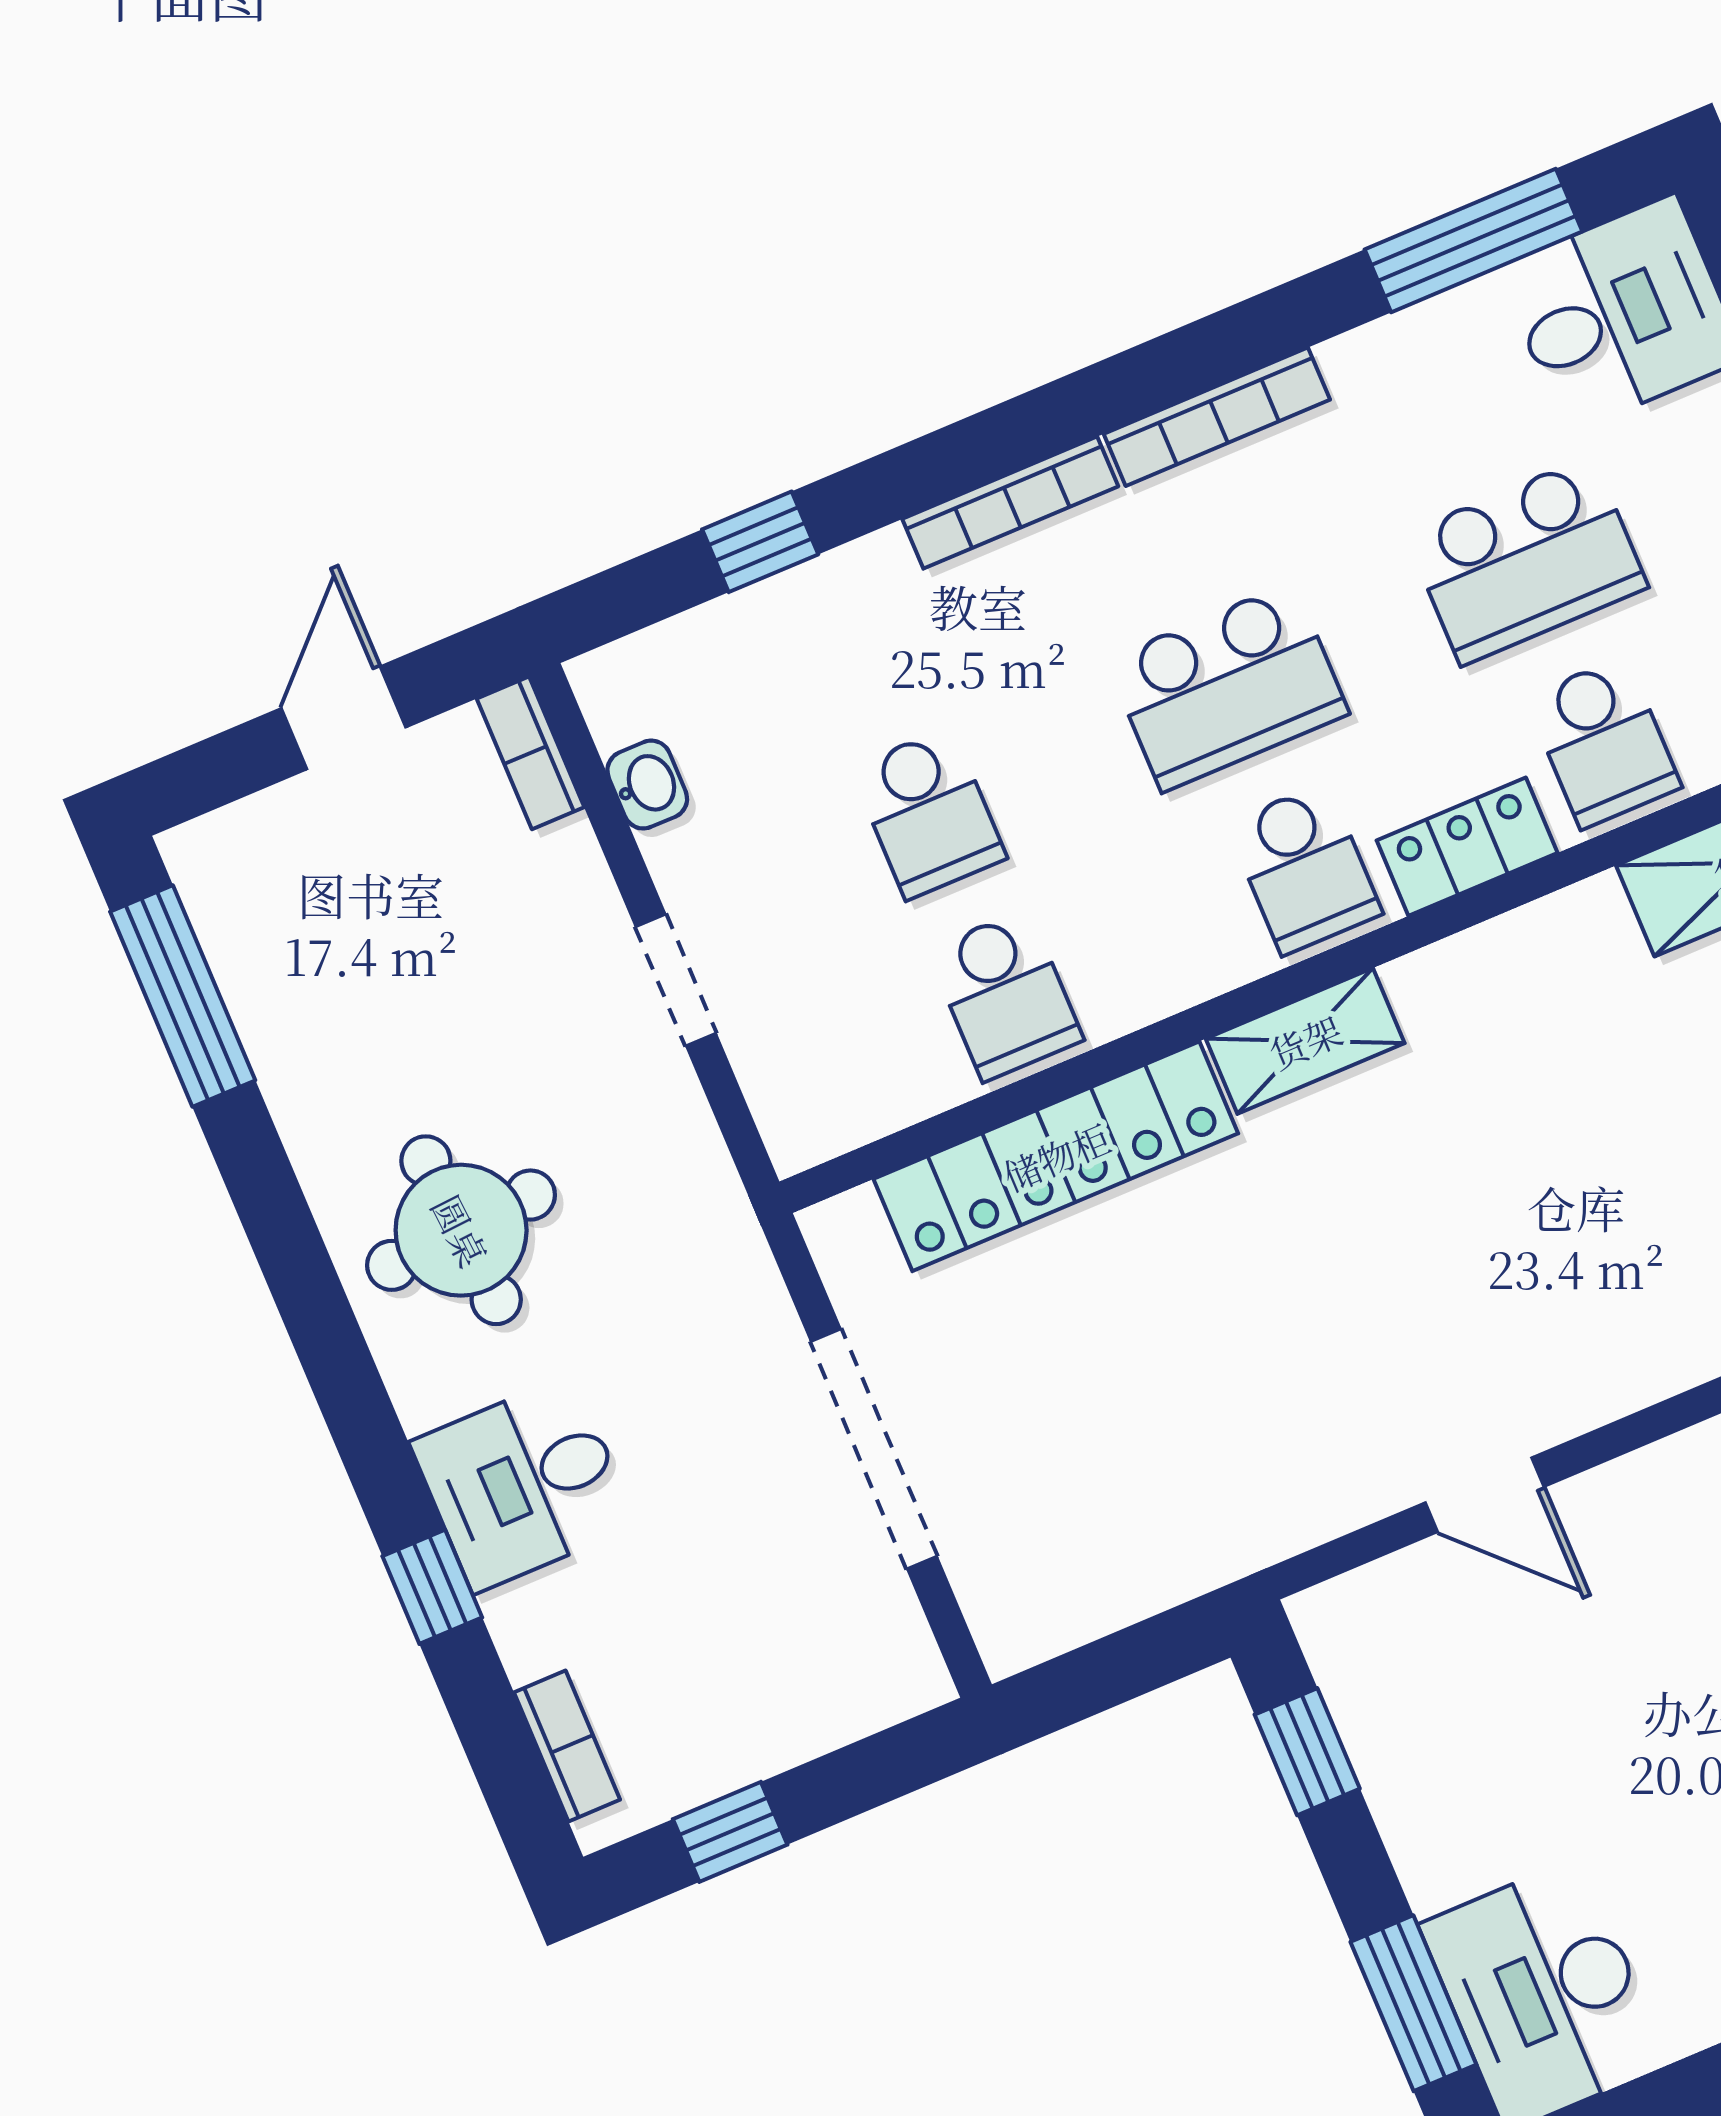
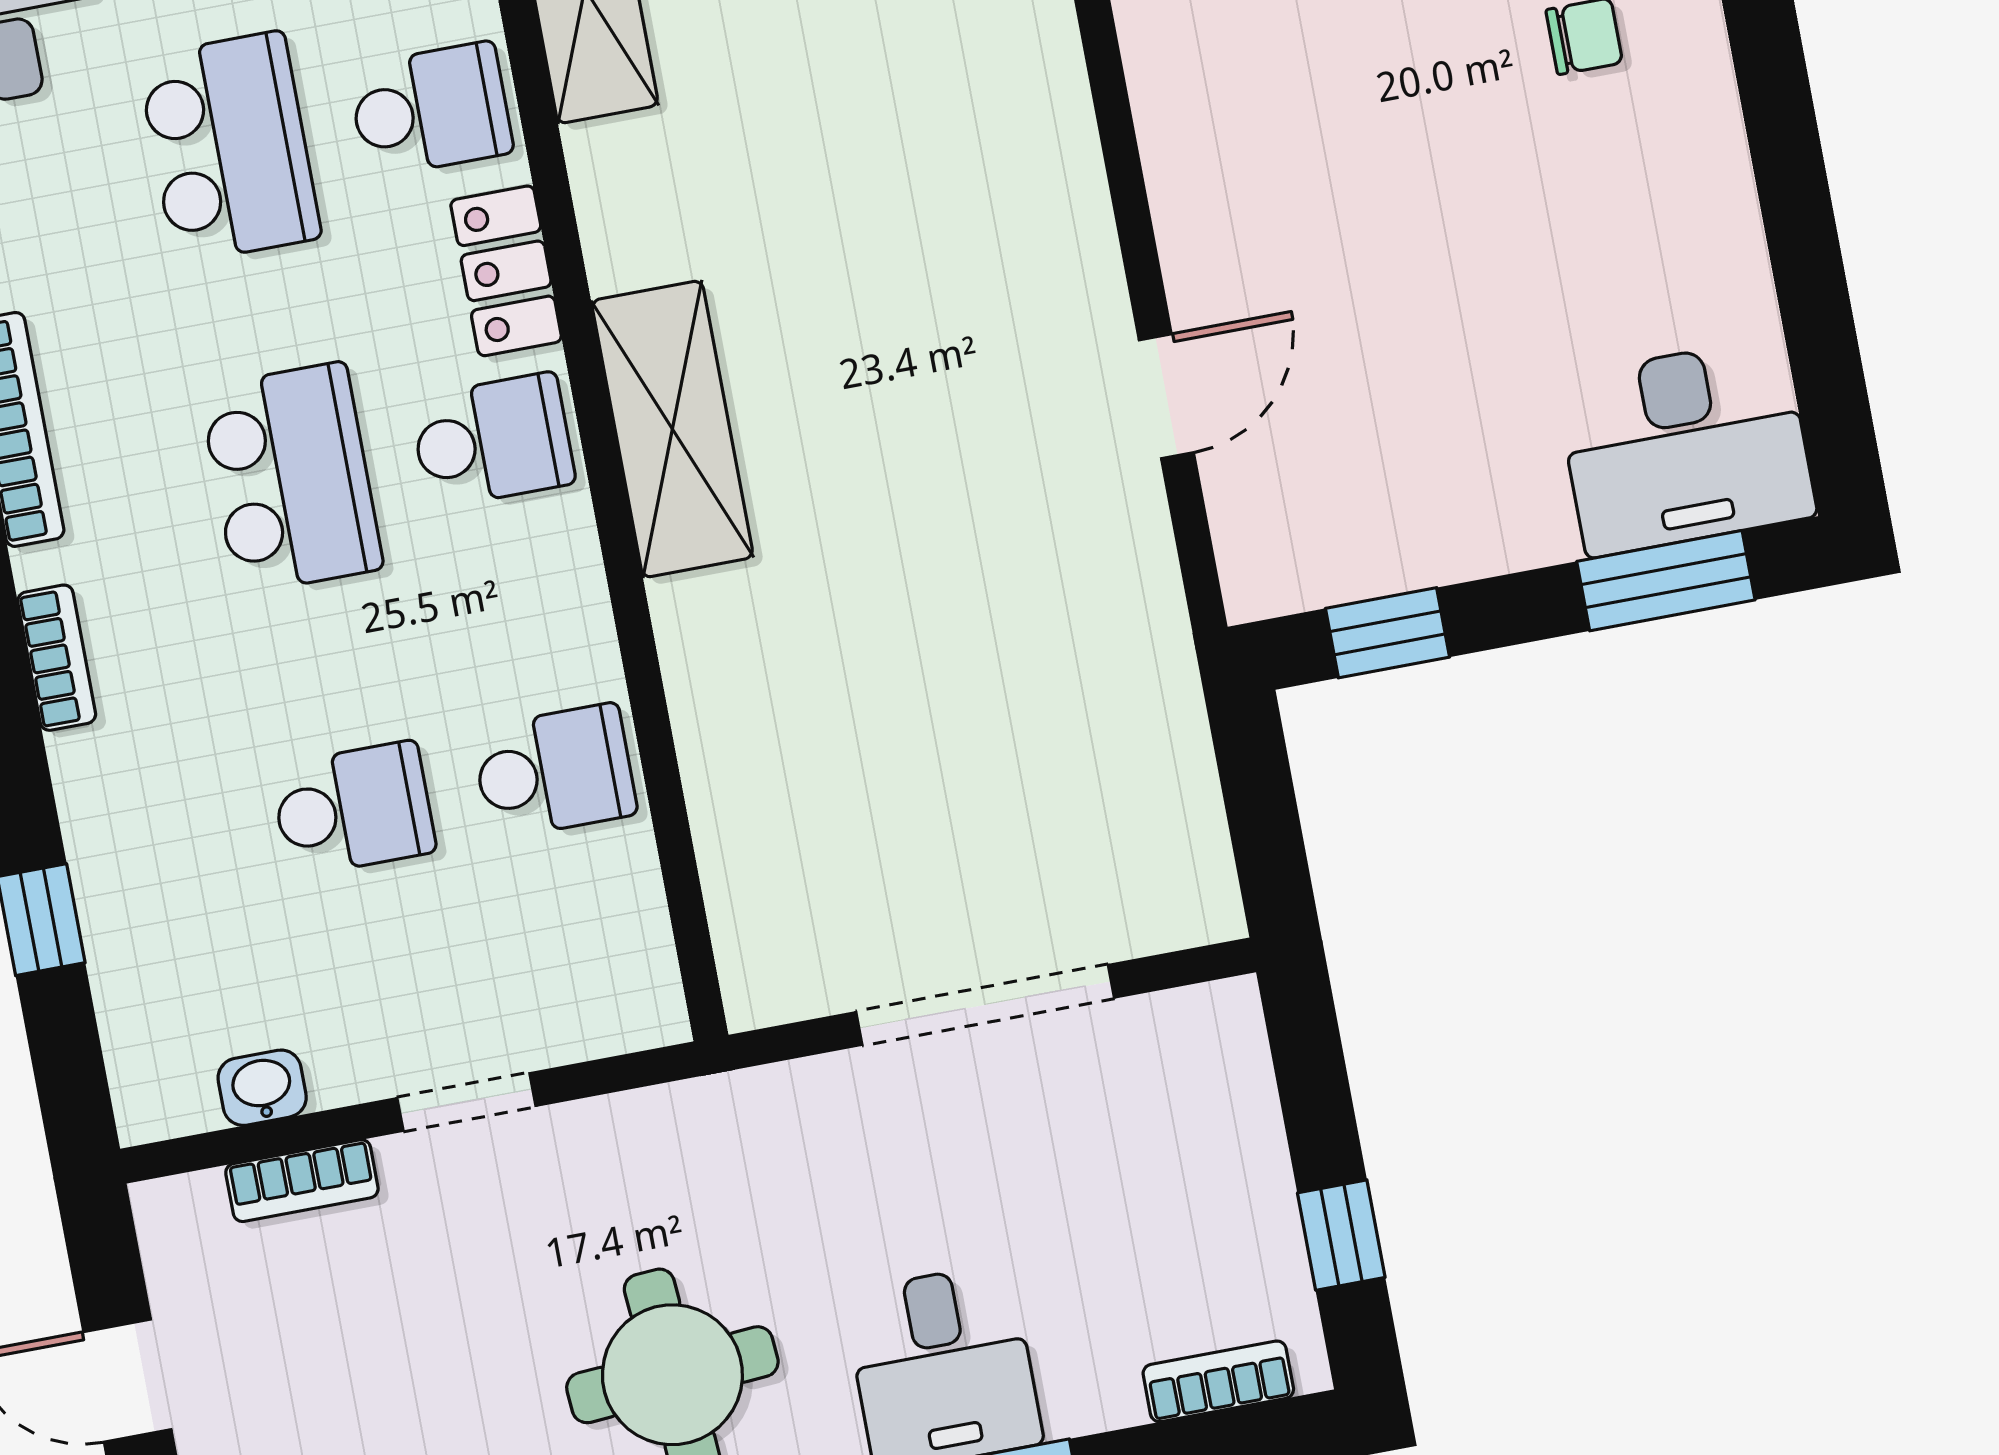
bookcase: (1010, 503) -> (57, 658), width x0.64
bookcase: (530, 753) -> (302, 1181), moved
shelving: (1305, 1041) -> (672, 429), width x1.50, depth x1.33
locker: (1056, 1156) -> (729, 756), removed

